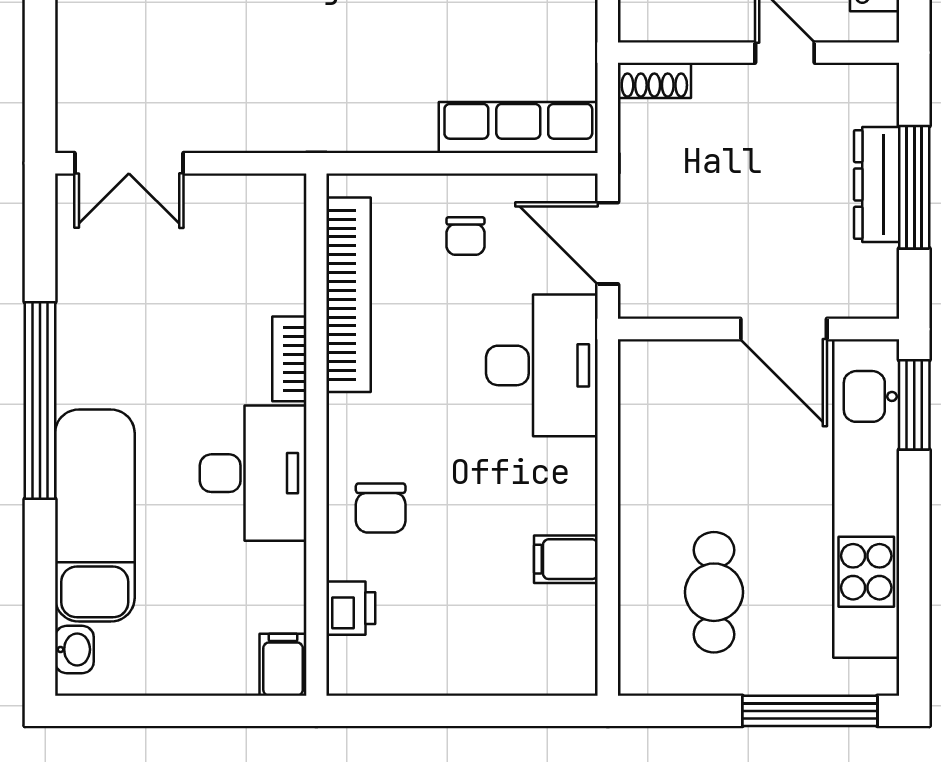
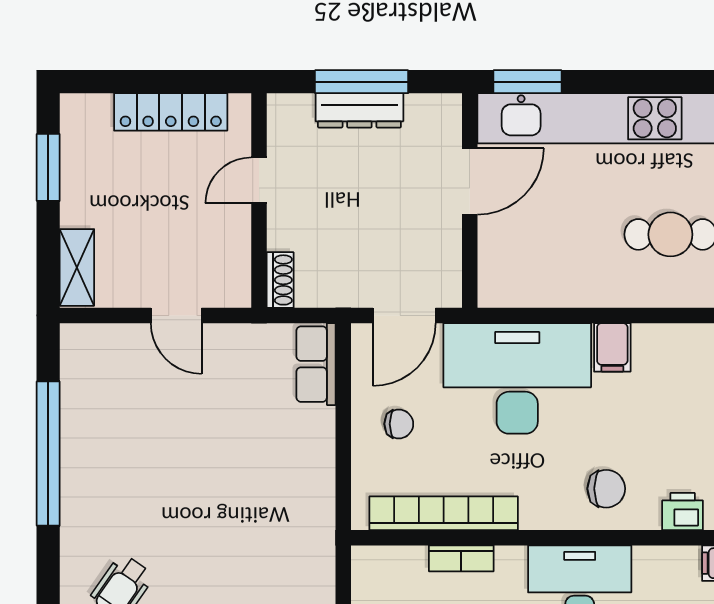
row of seats: (518, 127) -> (316, 364), width x0.68
bookcase: (289, 359) -> (461, 558), moved
desk: (542, 365) -> (517, 378), width x1.36, depth x1.30
filing cabinet: (566, 559) -> (612, 347), moved

